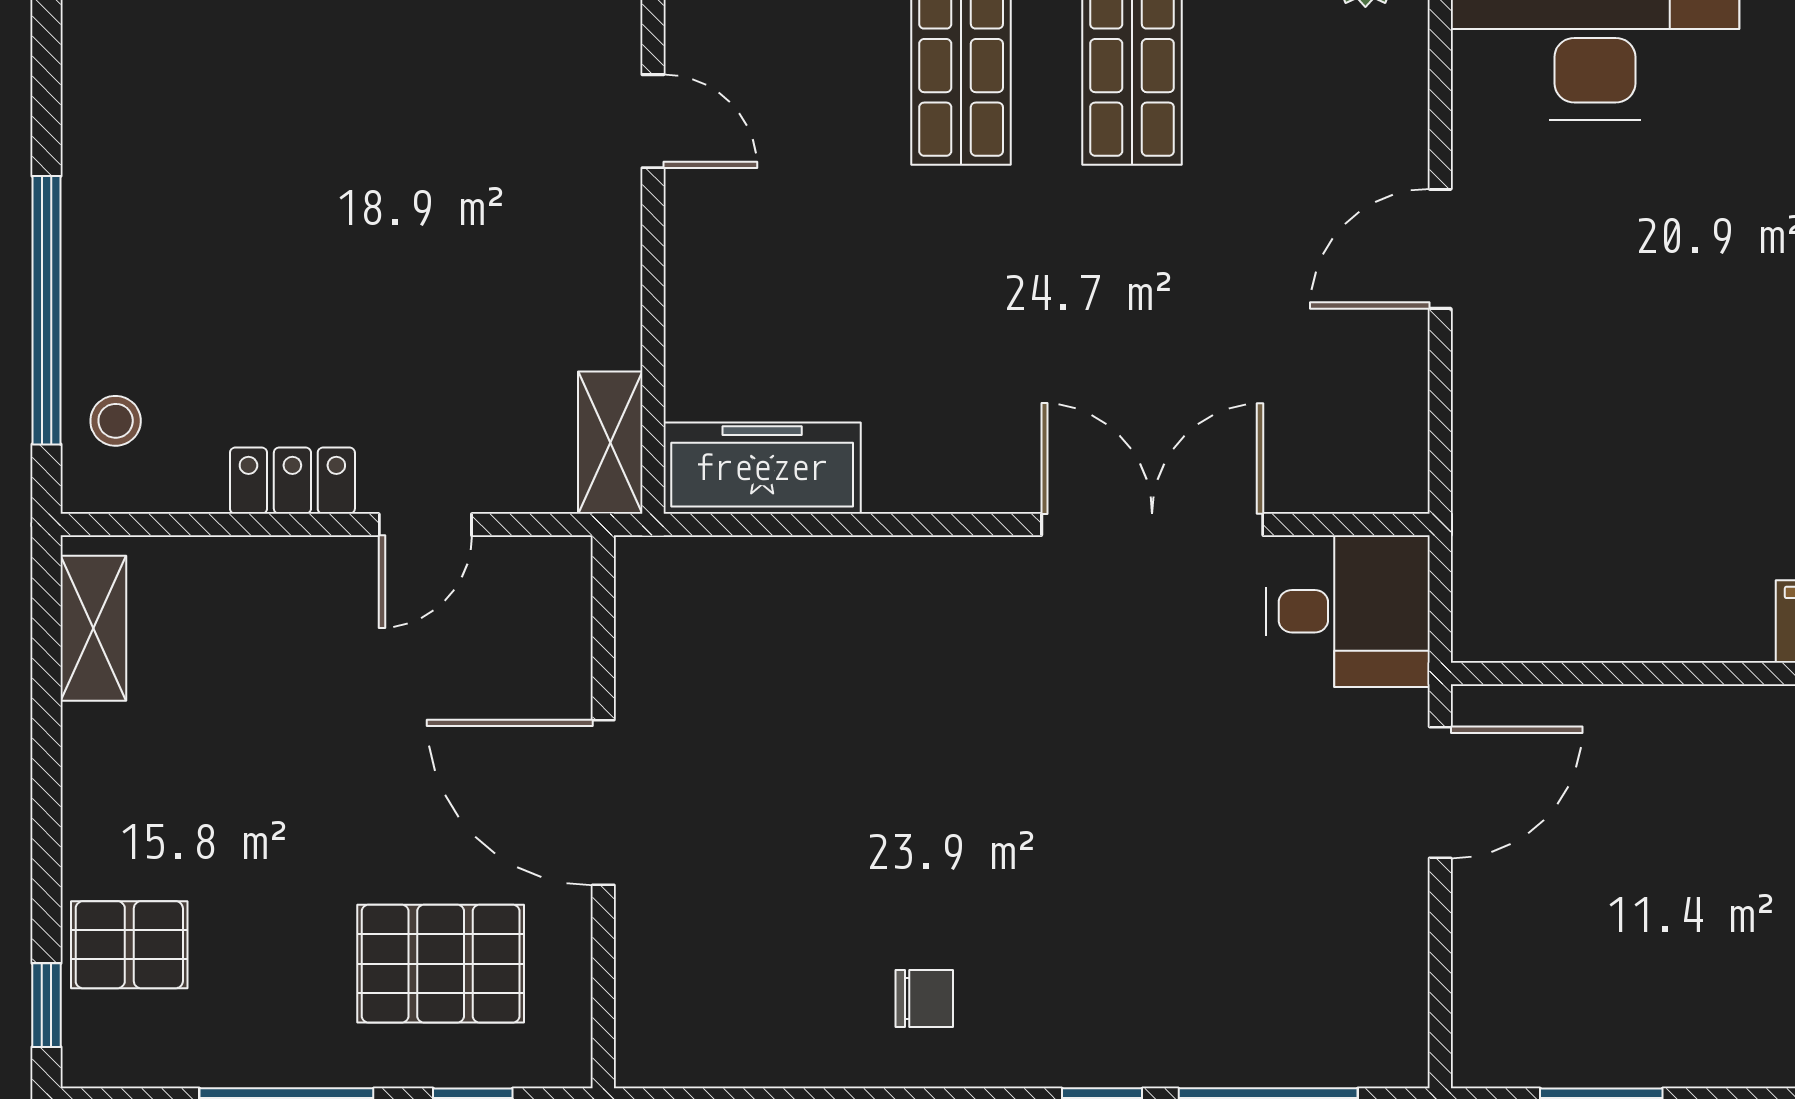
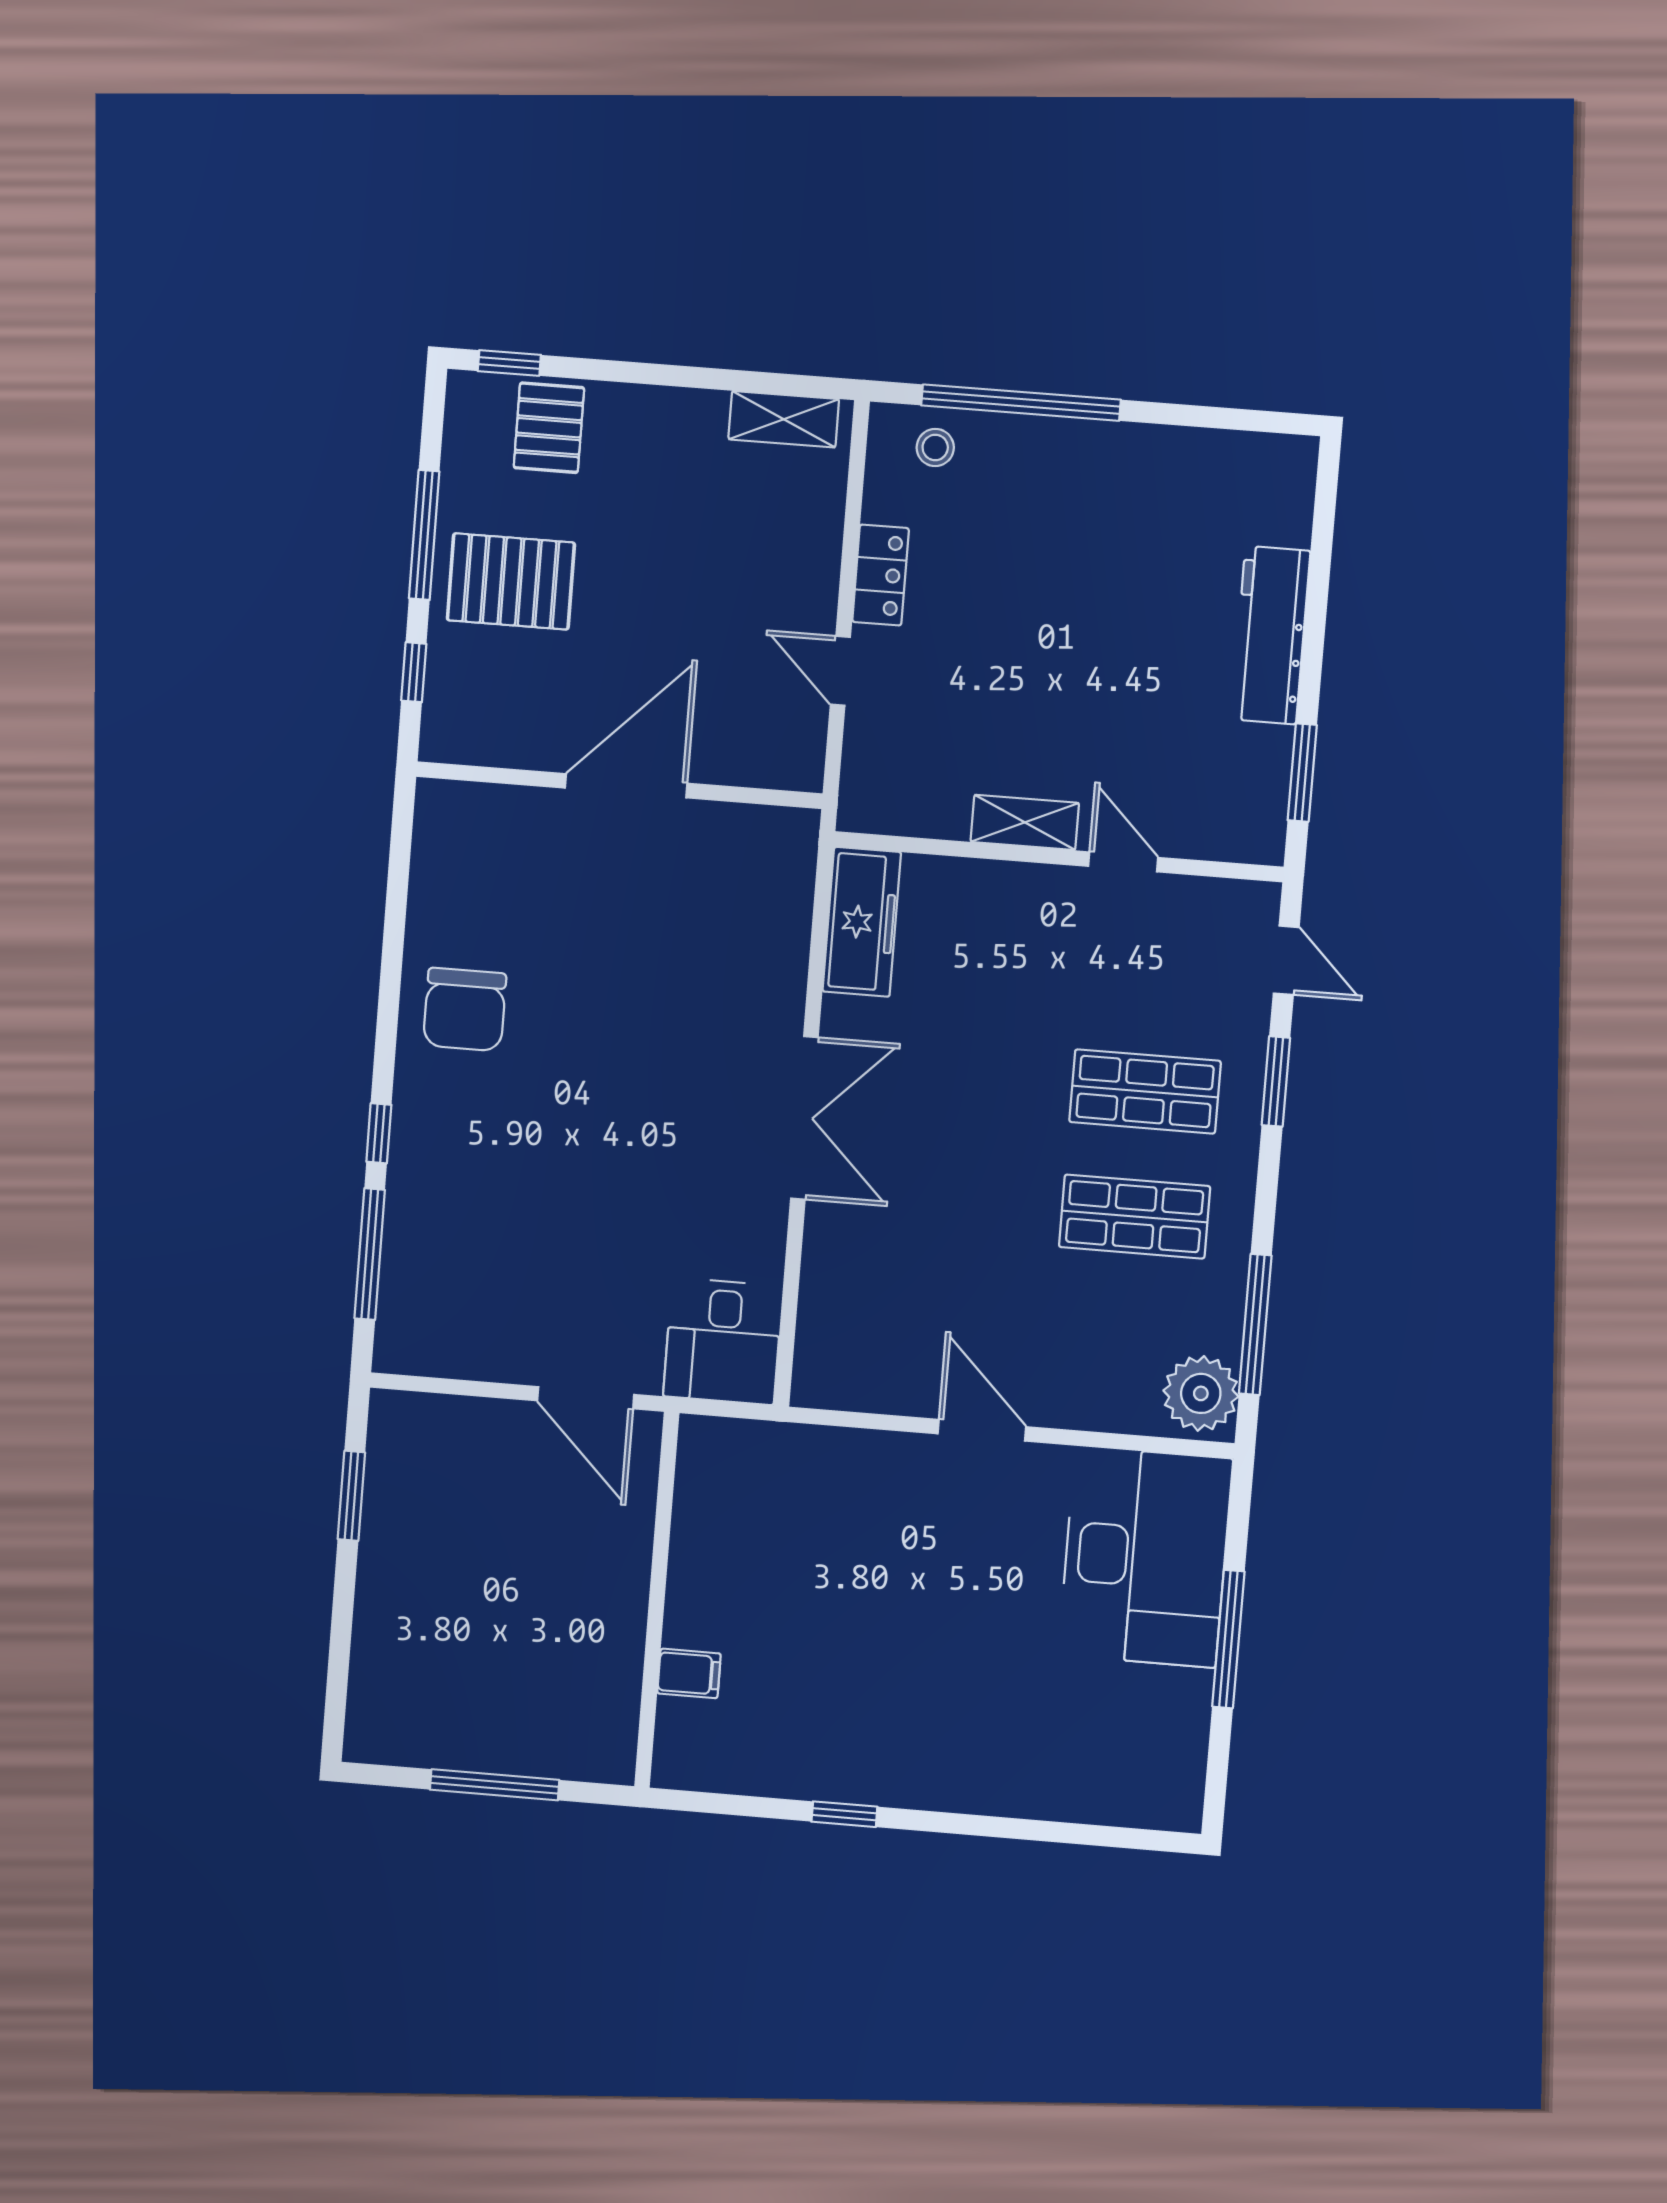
door: (653, 121) -> (1123, 862), swing flipped
shelving: (610, 443) -> (1025, 822), moved
double door: (1152, 525) -> (804, 1118), moved
pallet: (441, 964) -> (511, 581), moved, turned 90
chair: (924, 998) -> (465, 1010), width x1.87, depth x1.87

